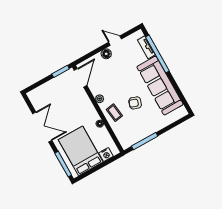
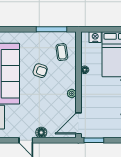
coffee table: (114, 113) -> (62, 52), moved

